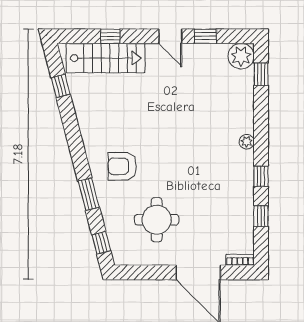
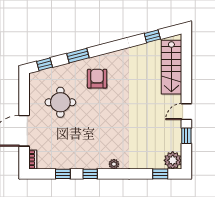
window: (110, 36) -> (186, 70), removed

